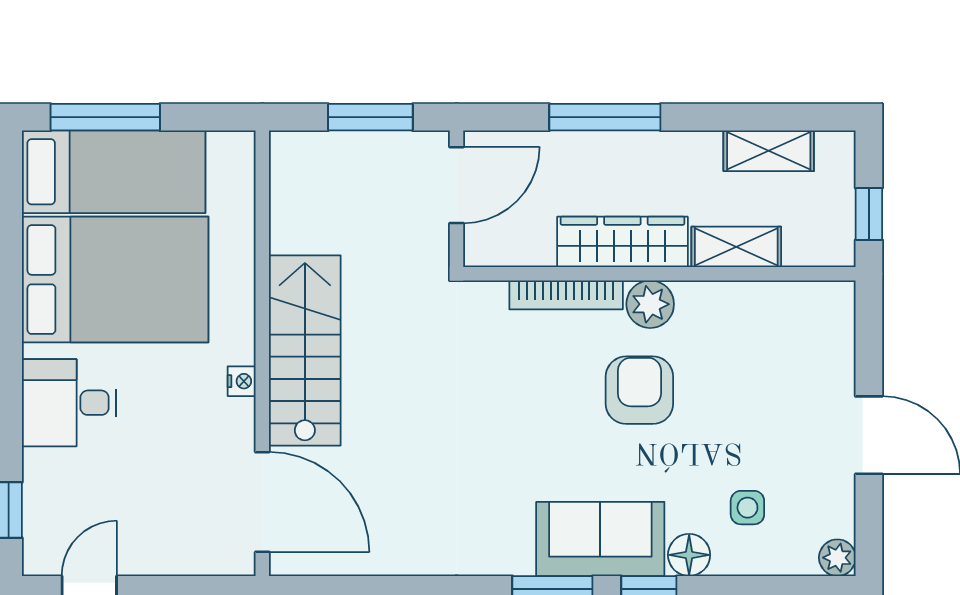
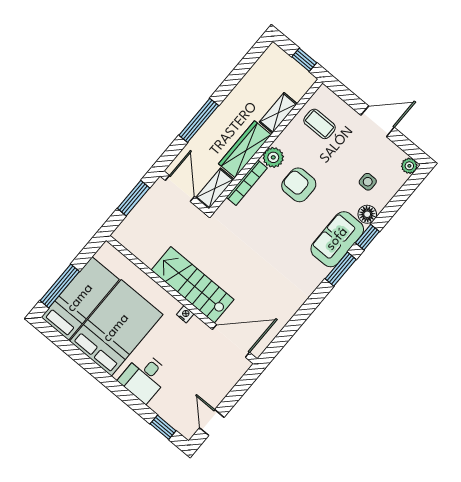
shelving: (769, 151) -> (215, 188), moved
coffee table: (778, 336) -> (319, 124), added

